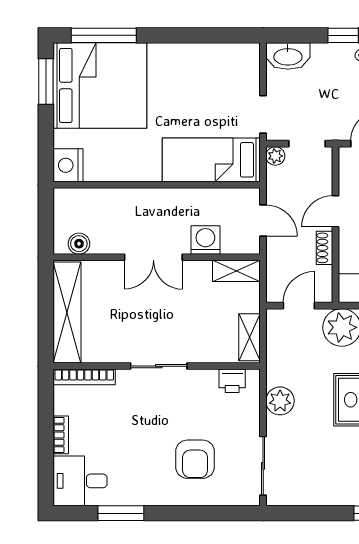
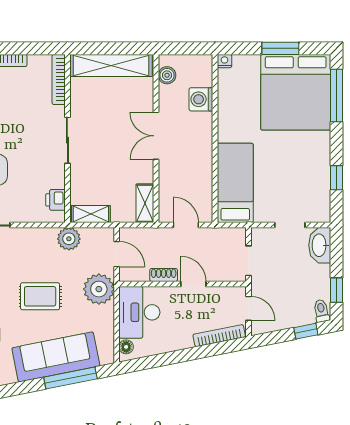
window: (205, 35) -> (337, 178), added
window: (46, 81) -> (280, 48), moved
doorway: (263, 114) -> (290, 225), moved
plant: (275, 156) -> (238, 235), removed
nightstand: (68, 165) -> (224, 61), width x0.53, depth x0.56
door: (263, 221) -> (186, 225), swing flipped
washing machine: (205, 240) -> (201, 99), moved, turned 180
plant: (280, 401) -> (69, 239), moved

